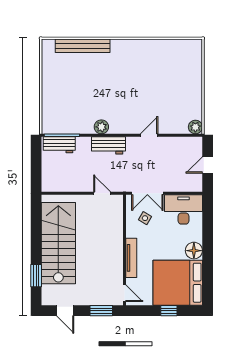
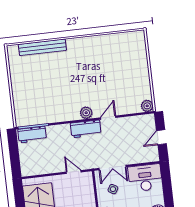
plant: (101, 127) -> (86, 113), moved
workbench: (108, 145) -> (86, 129), moved

